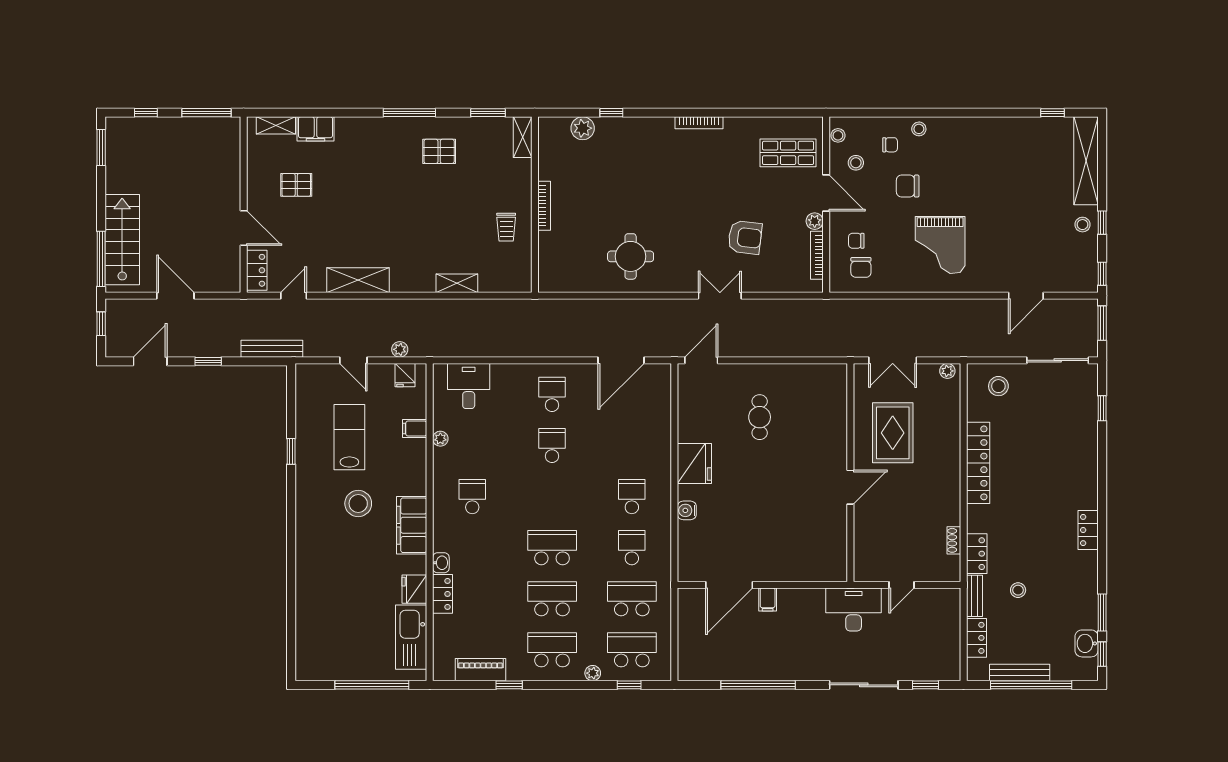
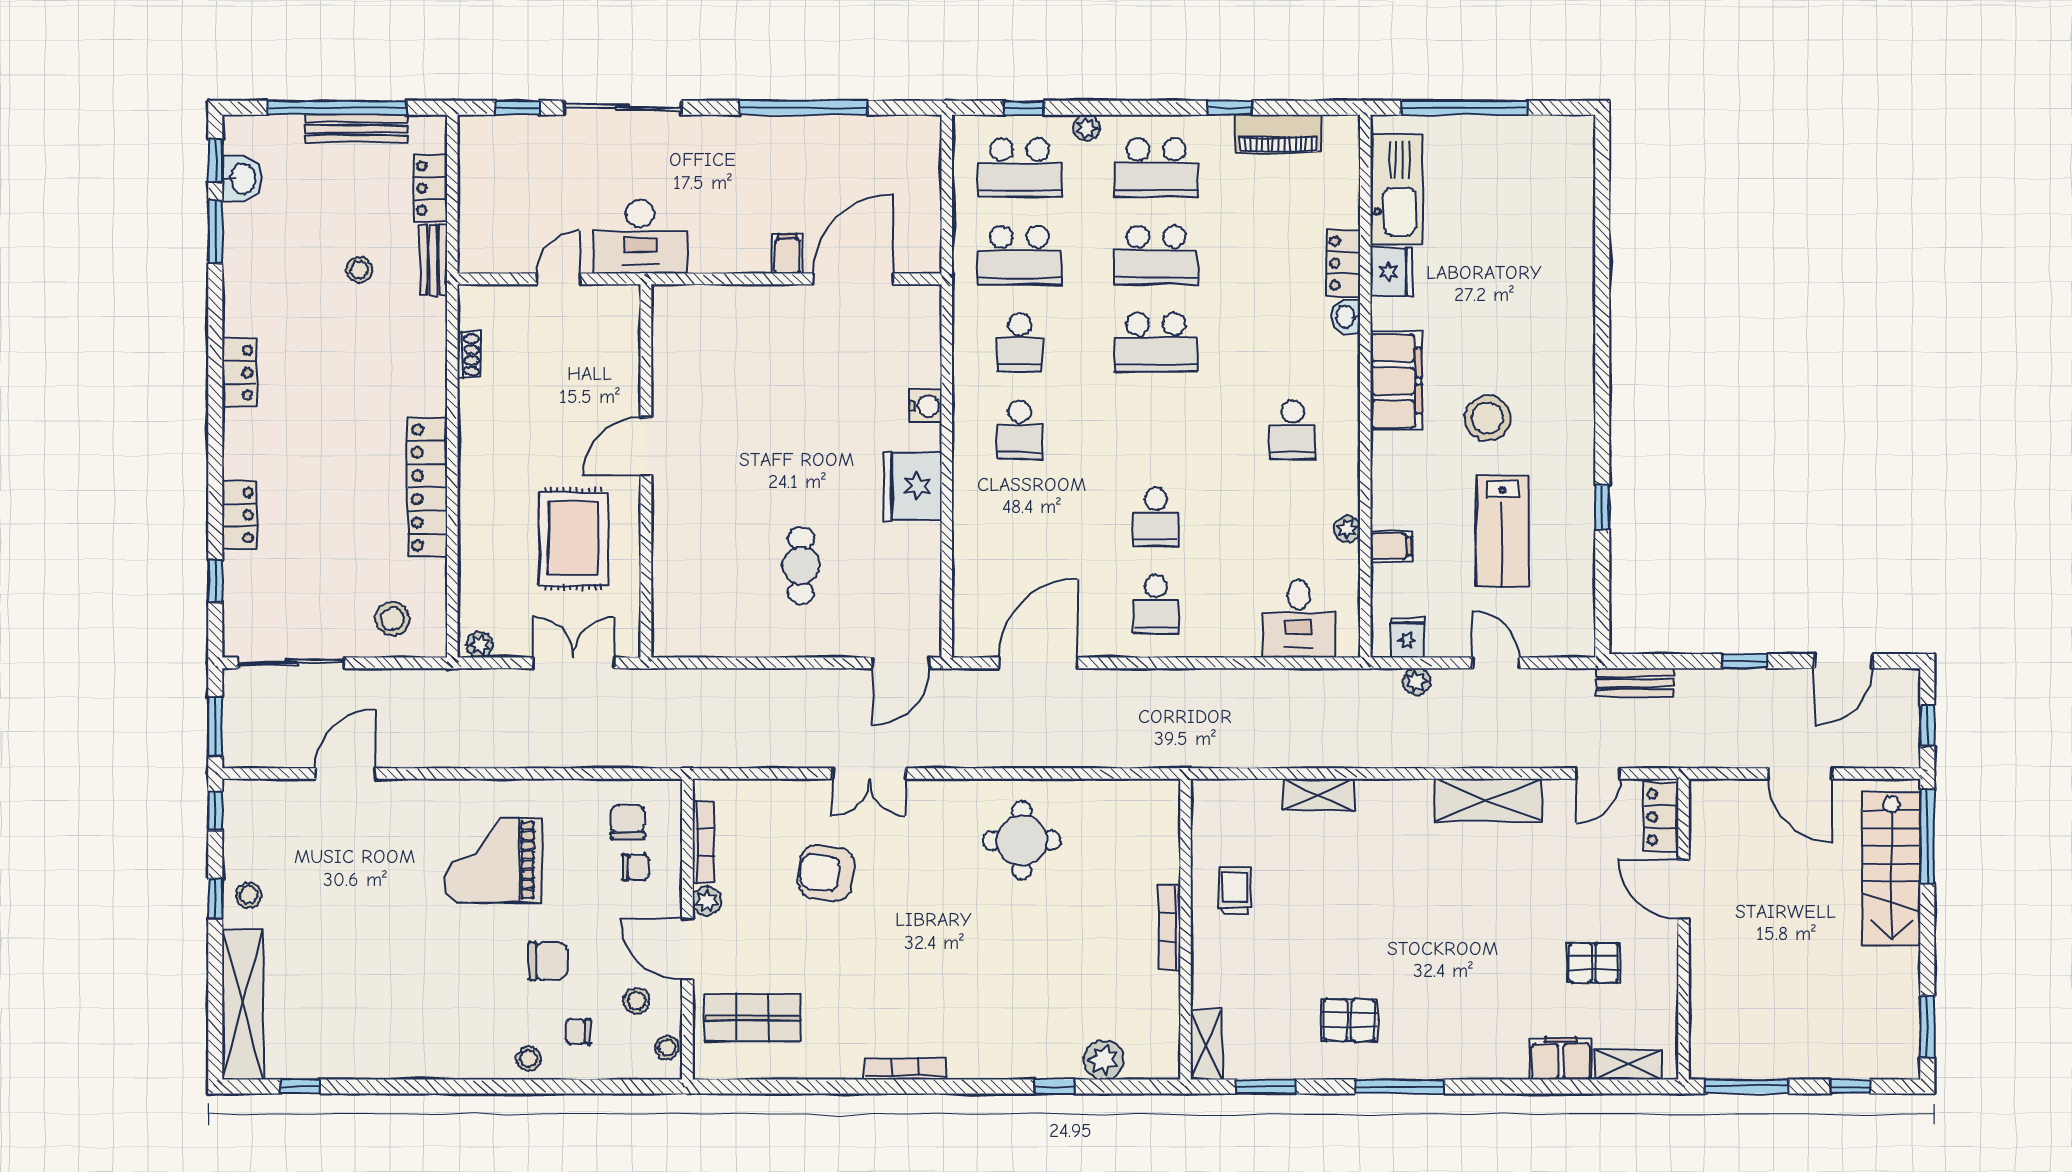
grand piano: (940, 245) -> (492, 860), turned -90
bench: (272, 349) -> (1635, 683), width x0.73
locker: (977, 554) -> (239, 515), moved, turned 180

